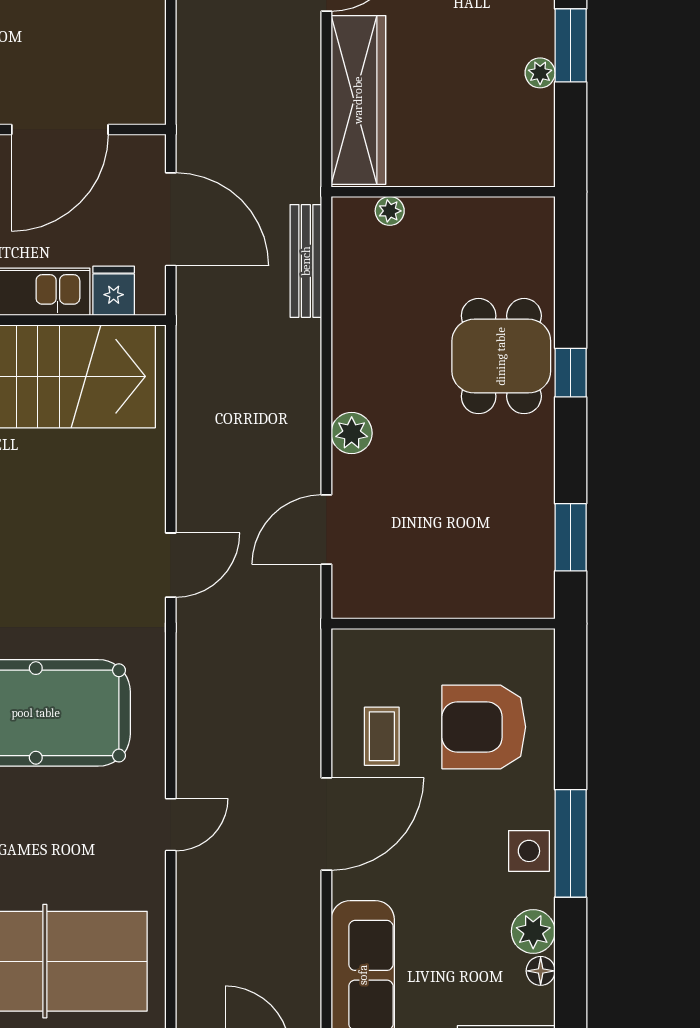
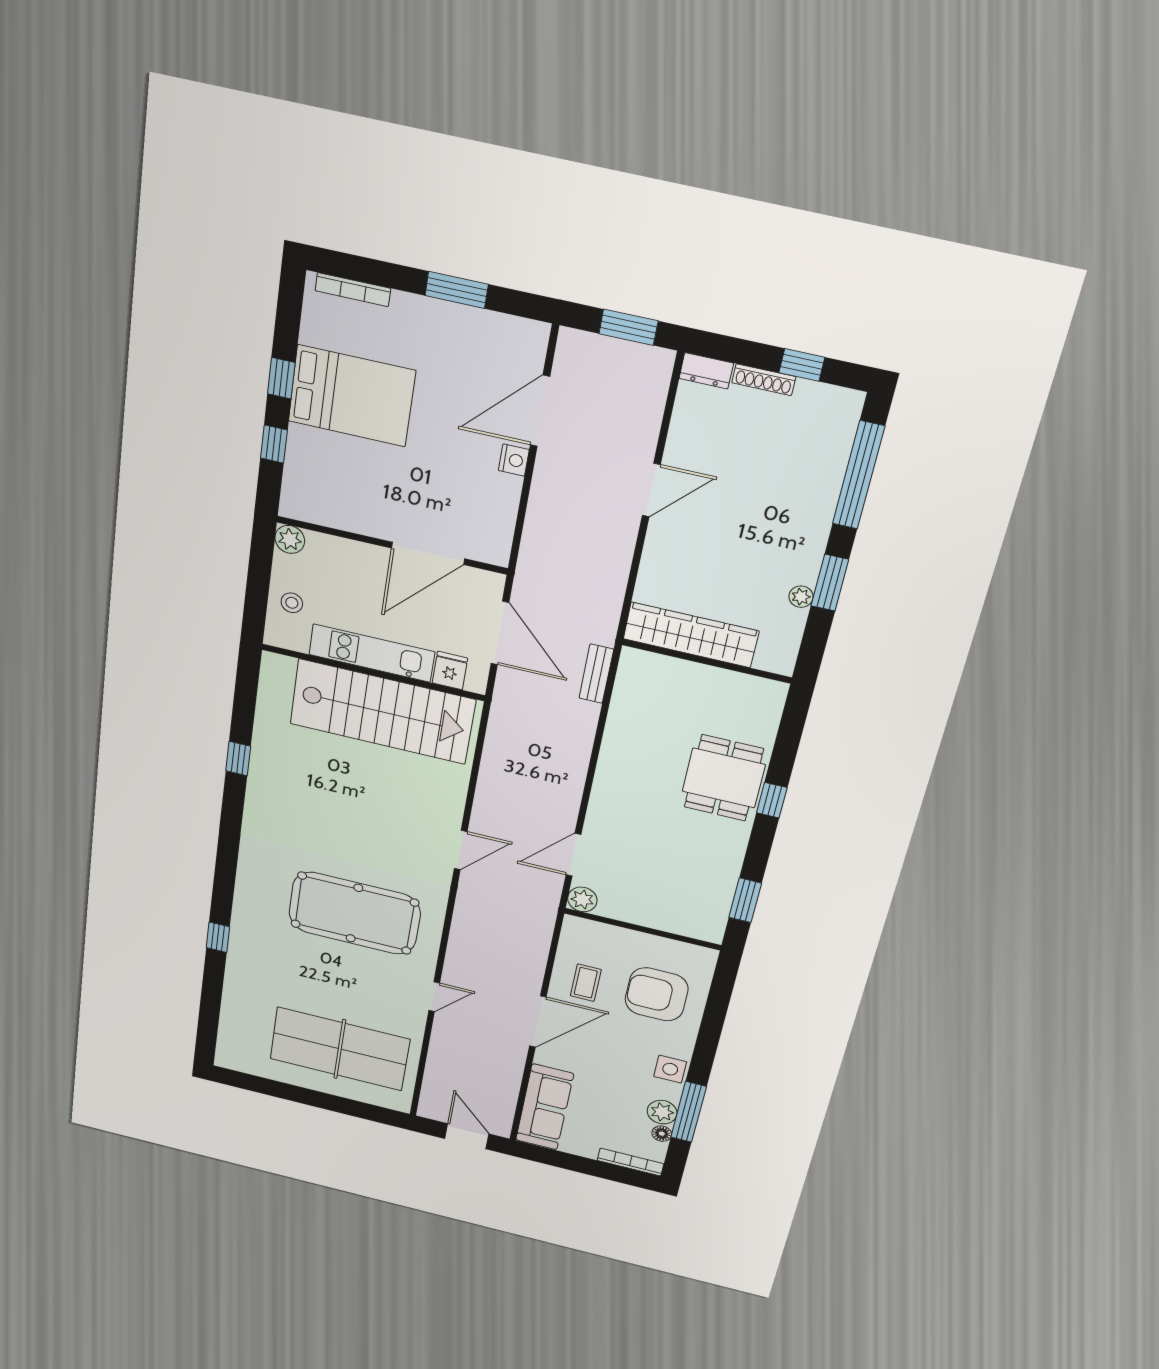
wardrobe: (358, 100) -> (691, 635), moved, turned -90
plant: (390, 211) -> (664, 665), removed
bench: (306, 261) -> (596, 674), width x0.73
plant: (352, 433) -> (582, 899), moved
window: (571, 843) -> (689, 1112), moved

